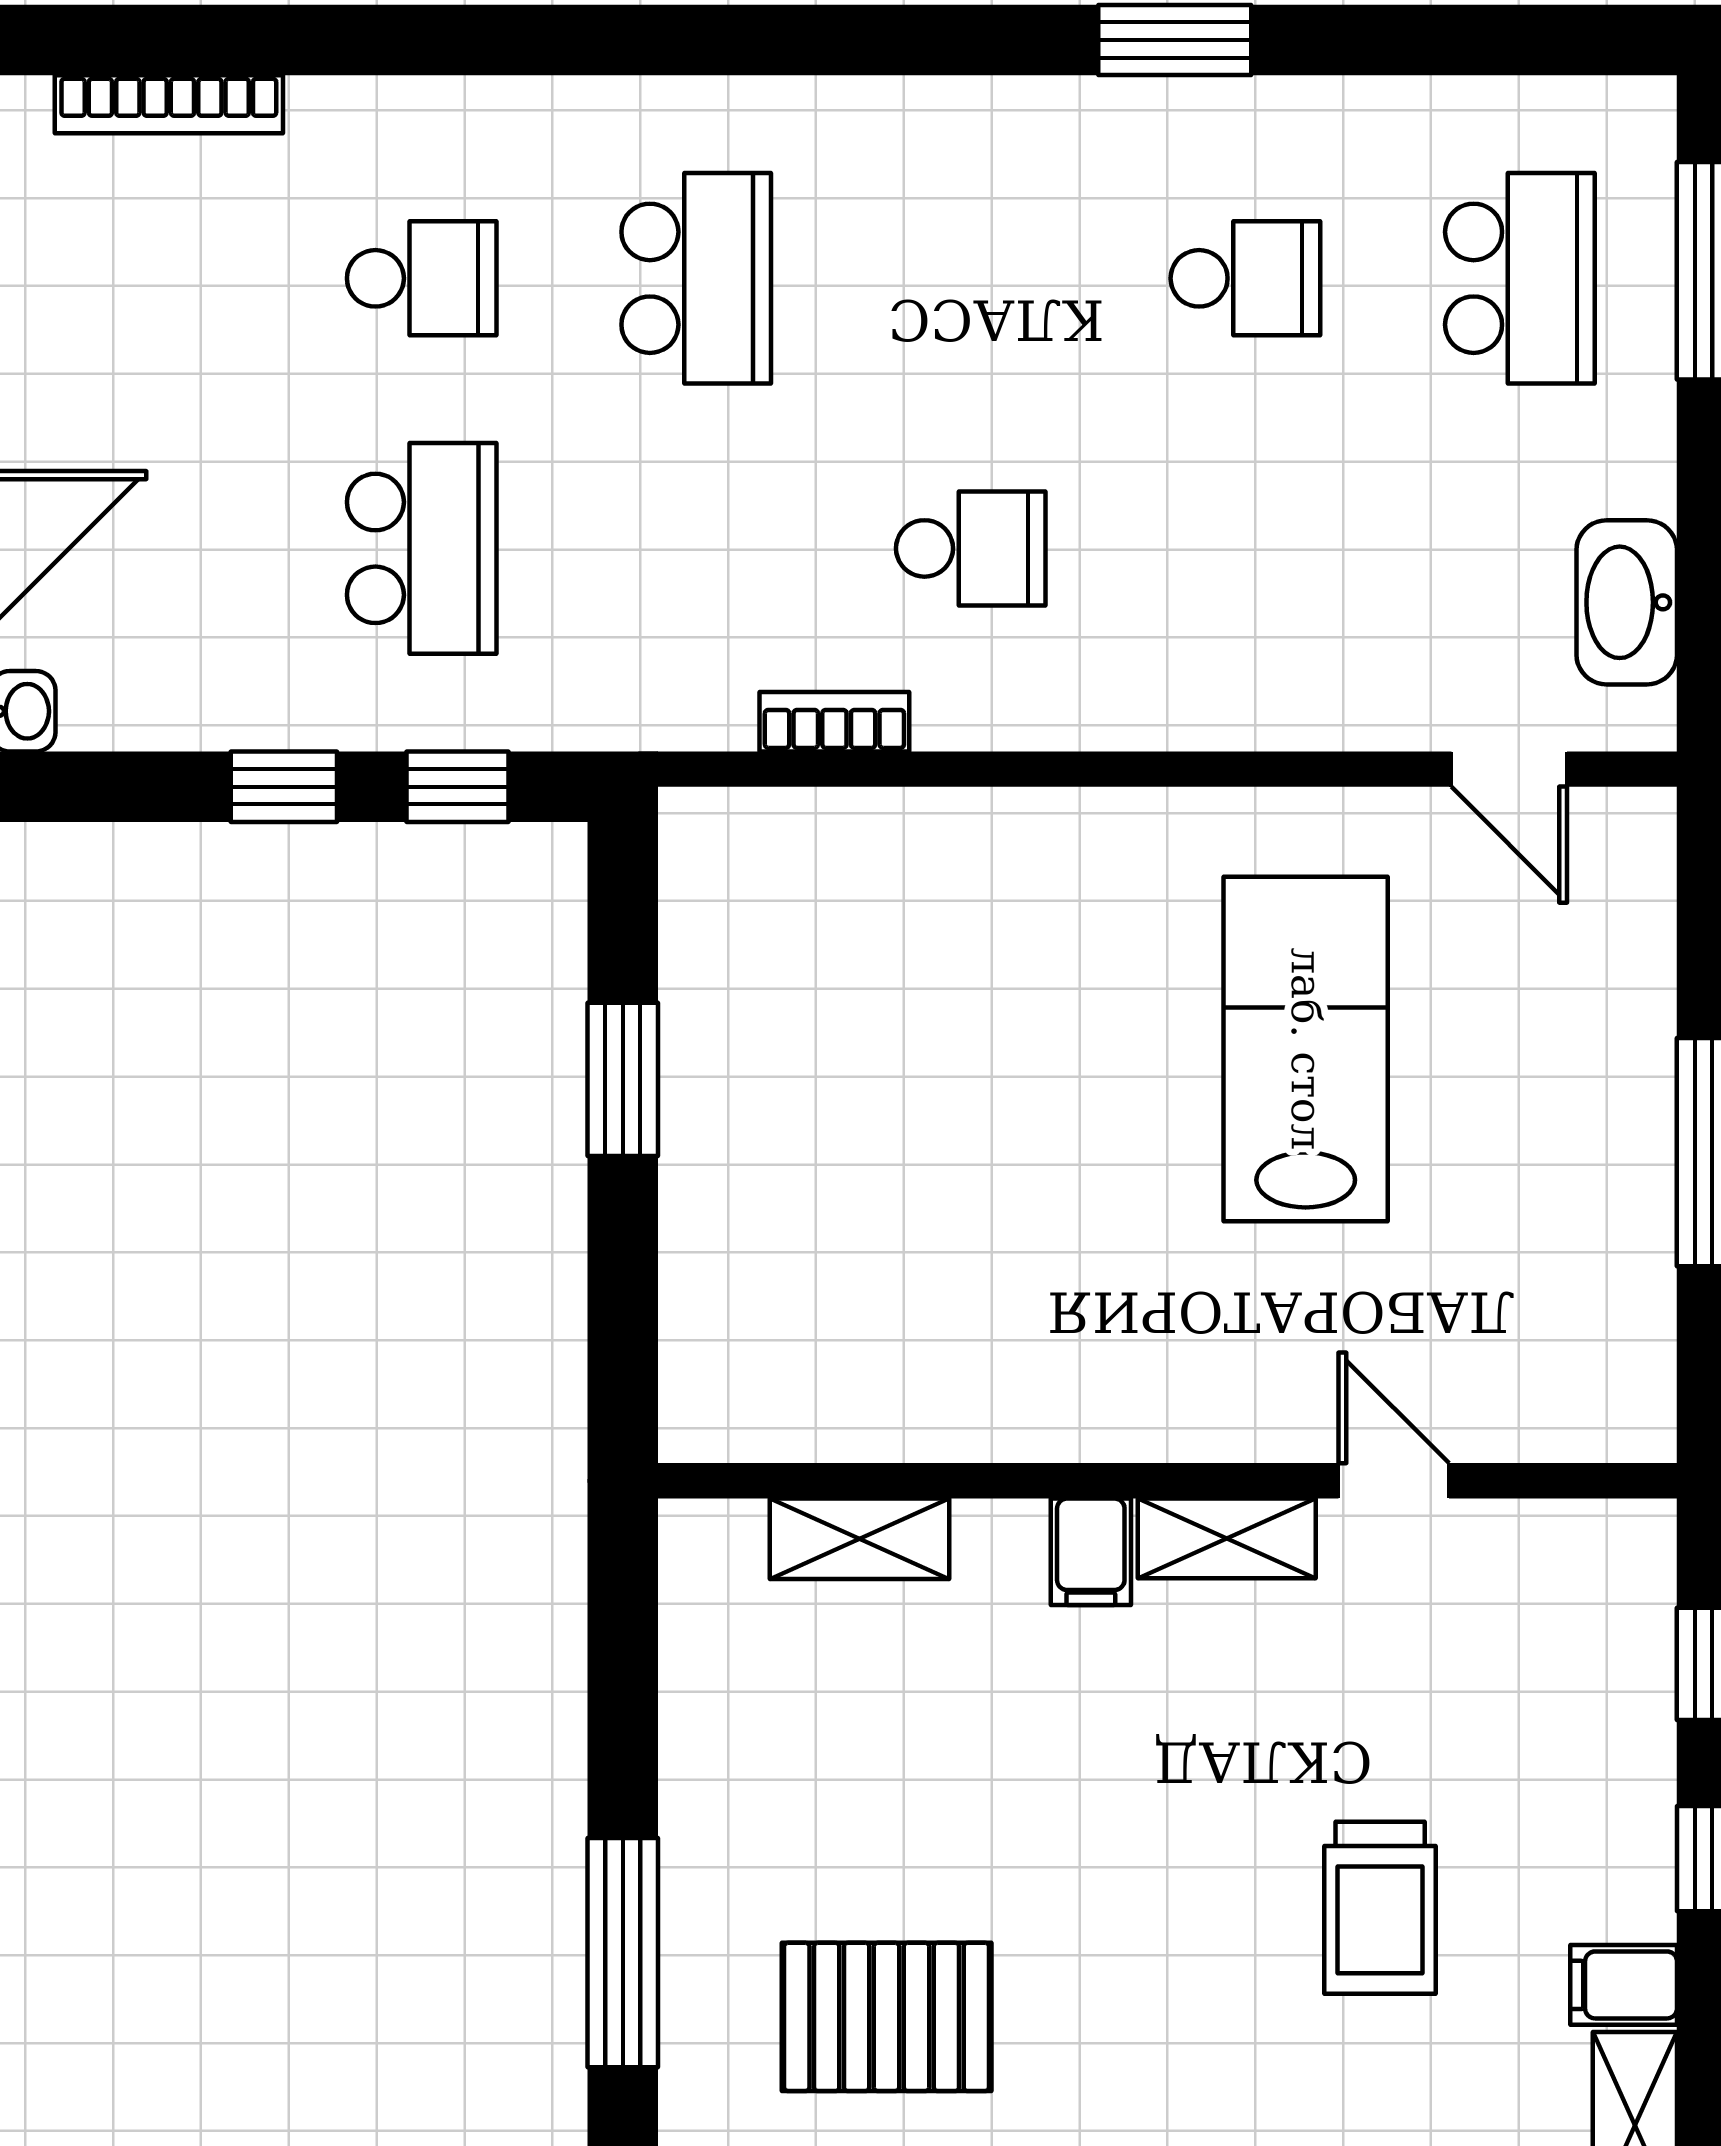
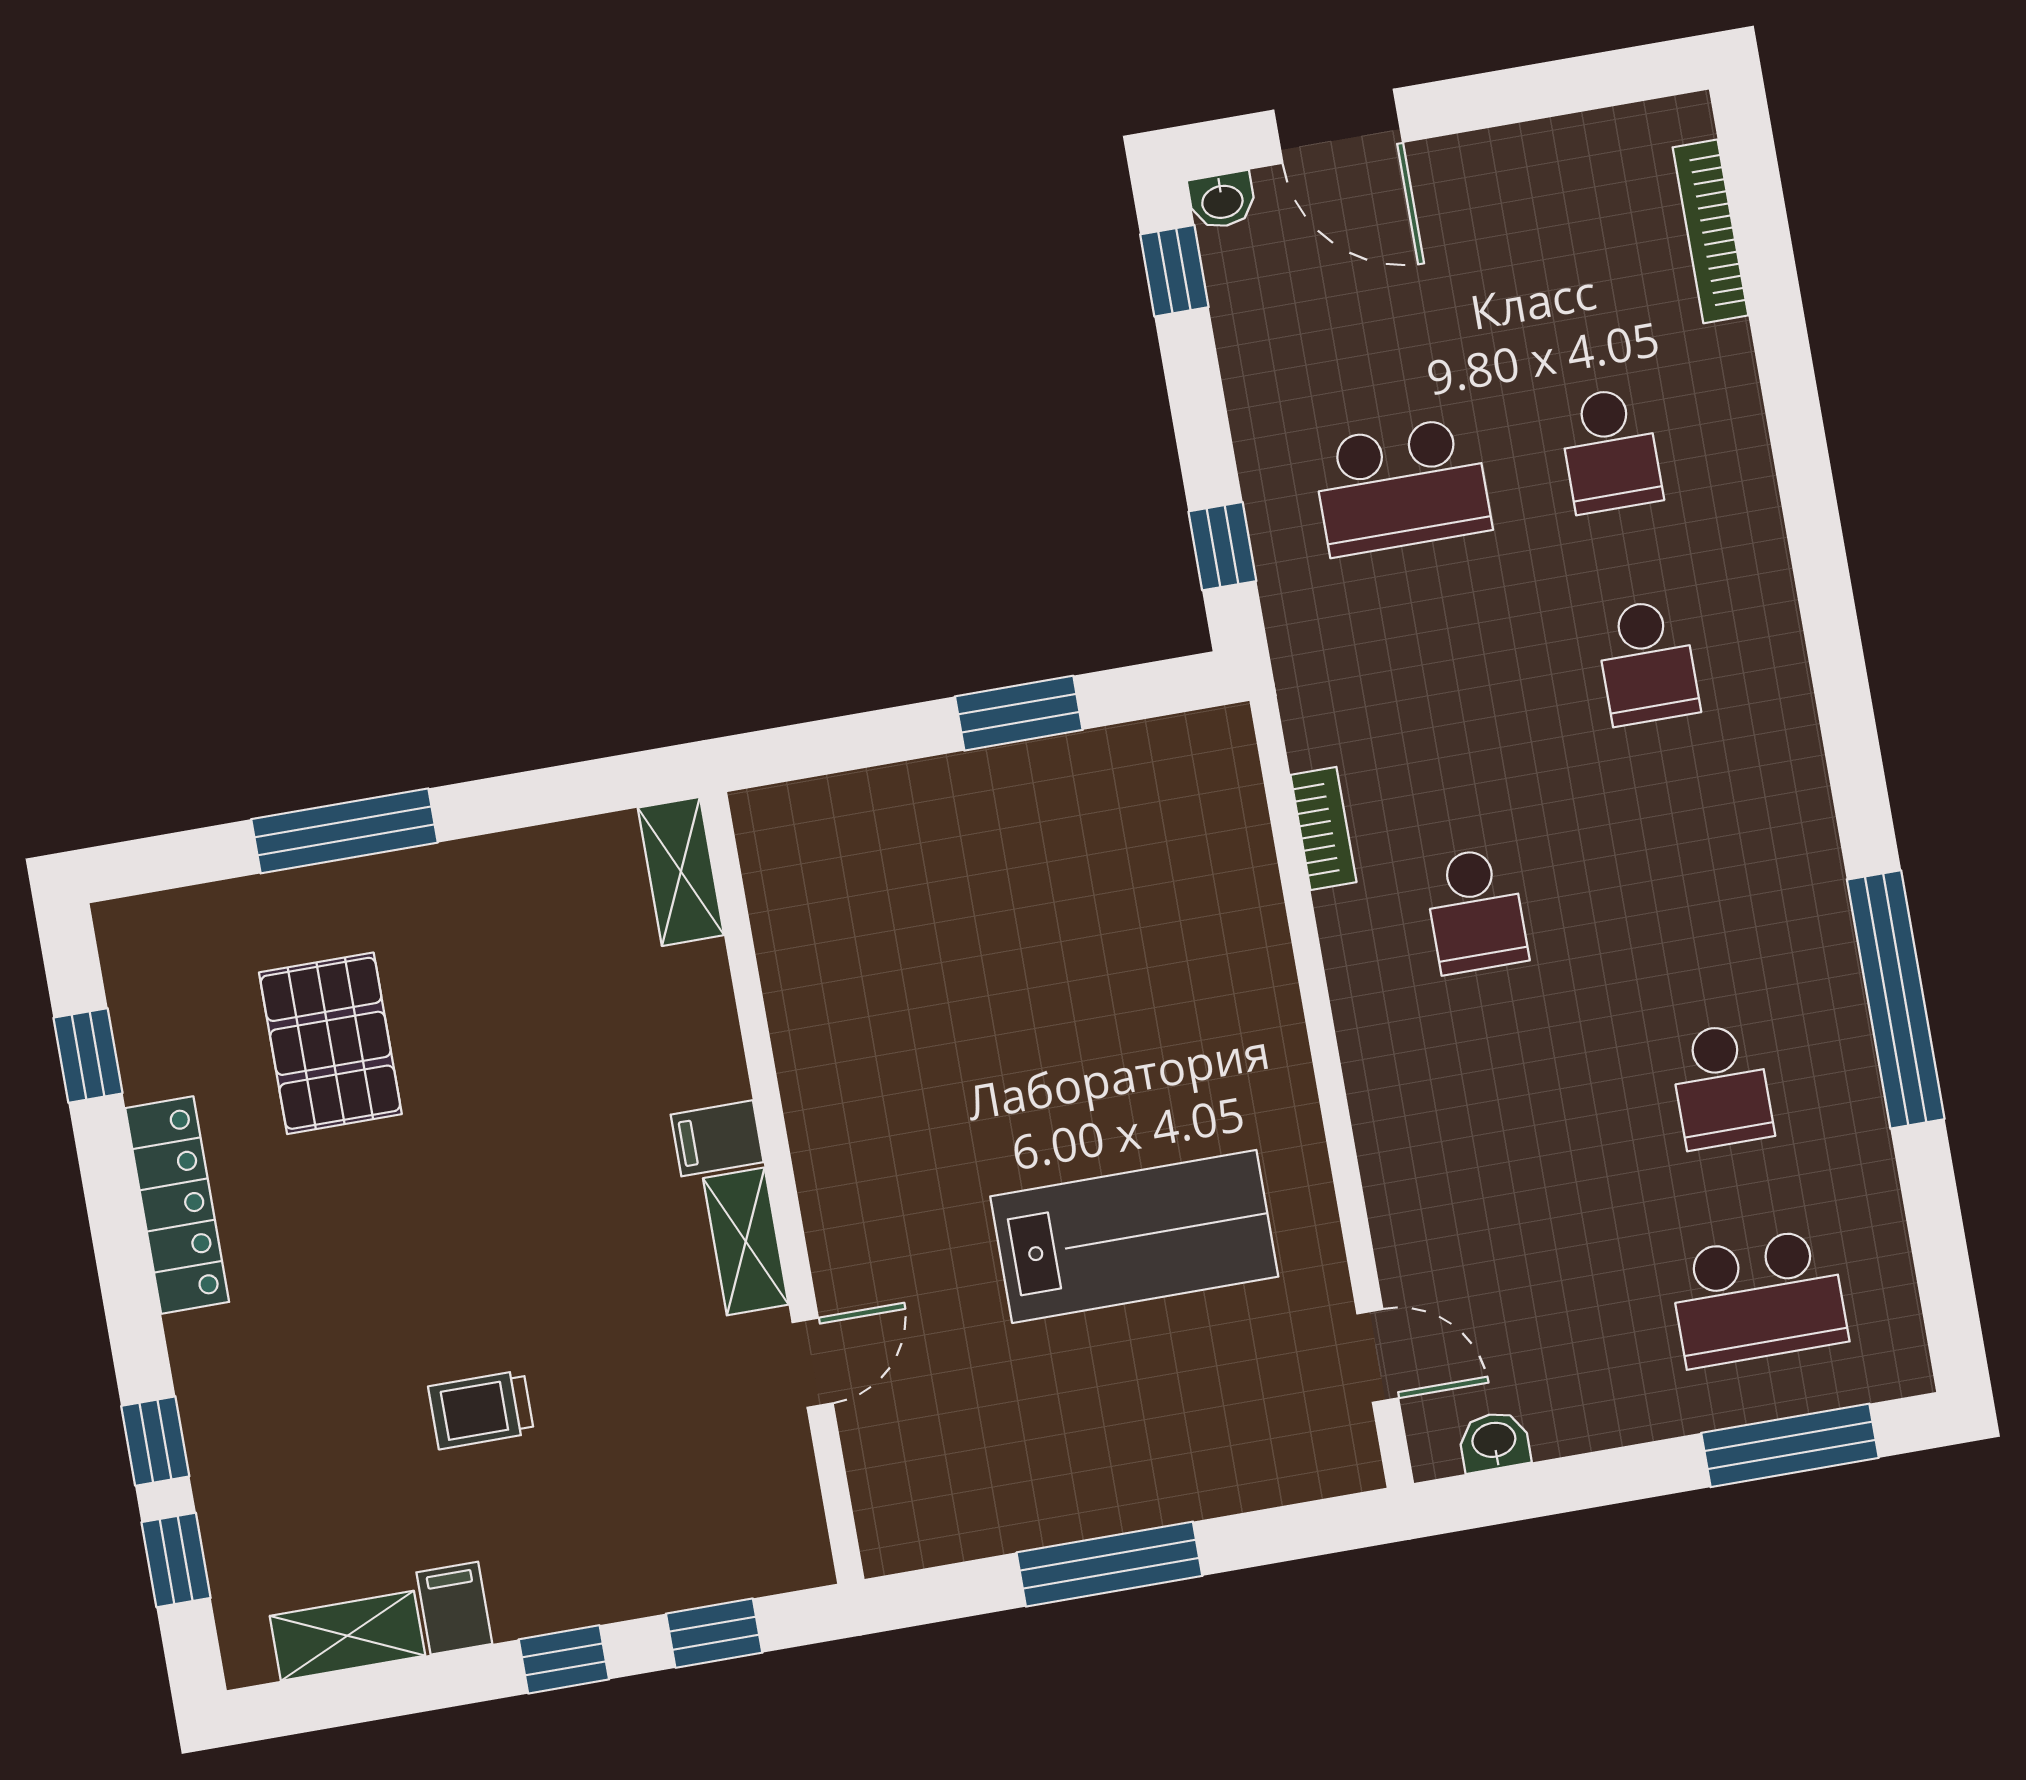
window: (1175, 40) -> (1896, 999), width x2.11
school desk: (696, 278) -> (1647, 662), width x0.54
washbasin: (1627, 602) -> (1494, 1441), width x0.52, depth x0.69
door: (1509, 769) -> (1378, 1356), swing flipped
window: (284, 787) -> (1174, 271), moved
shelving: (860, 1539) -> (681, 871), moved
trolley: (1380, 1908) -> (481, 1410), width x0.73, depth x0.72

